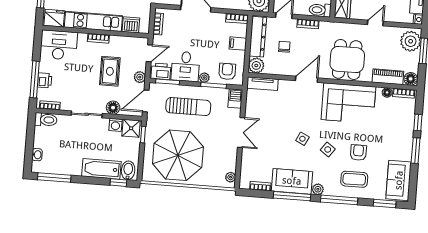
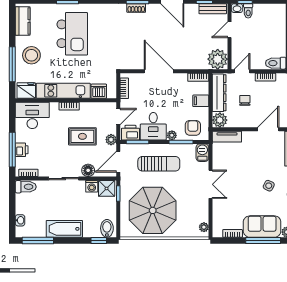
rug: (110, 71) -> (82, 136), turned 90
bathtub: (101, 169) -> (64, 229), moved

